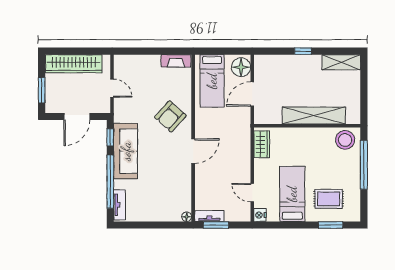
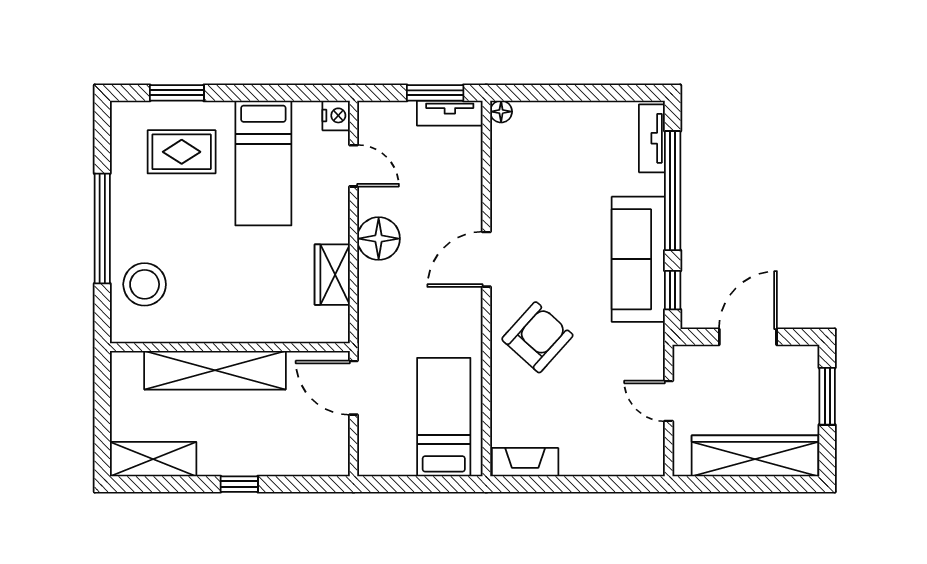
floor lamp: (241, 67) -> (379, 239), moved
door: (252, 94) -> (353, 388), swing flipped
shelving: (314, 116) -> (215, 370), moved
wall: (307, 126) -> (230, 347), moved

